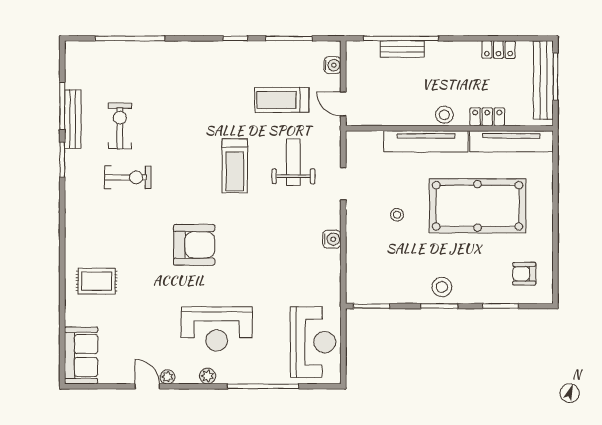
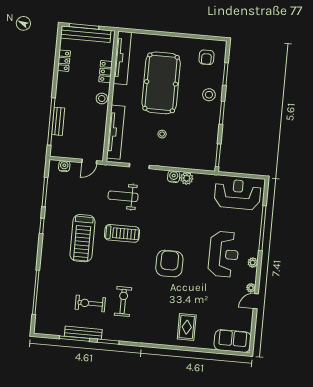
treadmill: (282, 100) -> (82, 238), moved, width x1.37, depth x1.38
tv unit: (426, 141) -> (116, 132), moved
plant: (331, 260) -> (187, 178), added
stool: (442, 287) -> (209, 95), moved

